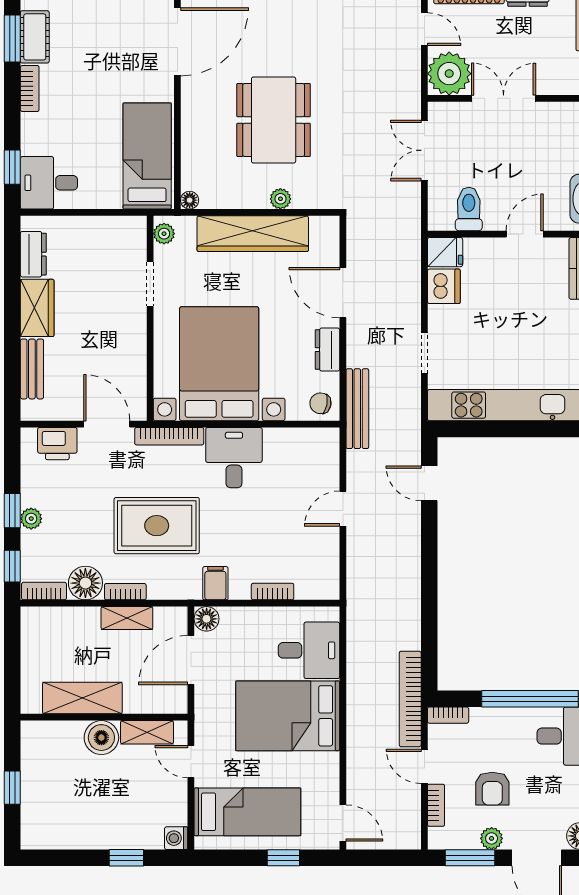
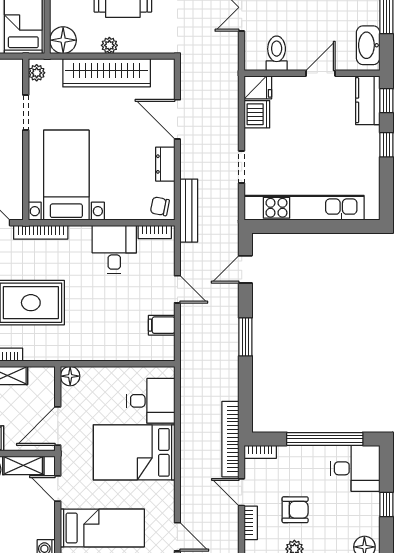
plant: (280, 199) -> (109, 45), moved
floor lamp: (190, 200) -> (63, 40), width x1.89, depth x1.89
bed with nightstands: (219, 364) -> (66, 175), width x0.73
desk: (234, 458) -> (114, 249), moved
door: (429, 483) -> (245, 269), hinge flipped
door: (343, 509) -> (177, 289), swing flipped
window: (429, 569) -> (245, 337), added
filing cabinet: (215, 583) -> (162, 325), moved, turned -90
bookcase: (273, 592) -> (155, 232), moved, turned 180
door: (191, 660) -> (58, 426), moved
armchair: (492, 789) -> (295, 510), turned -90

